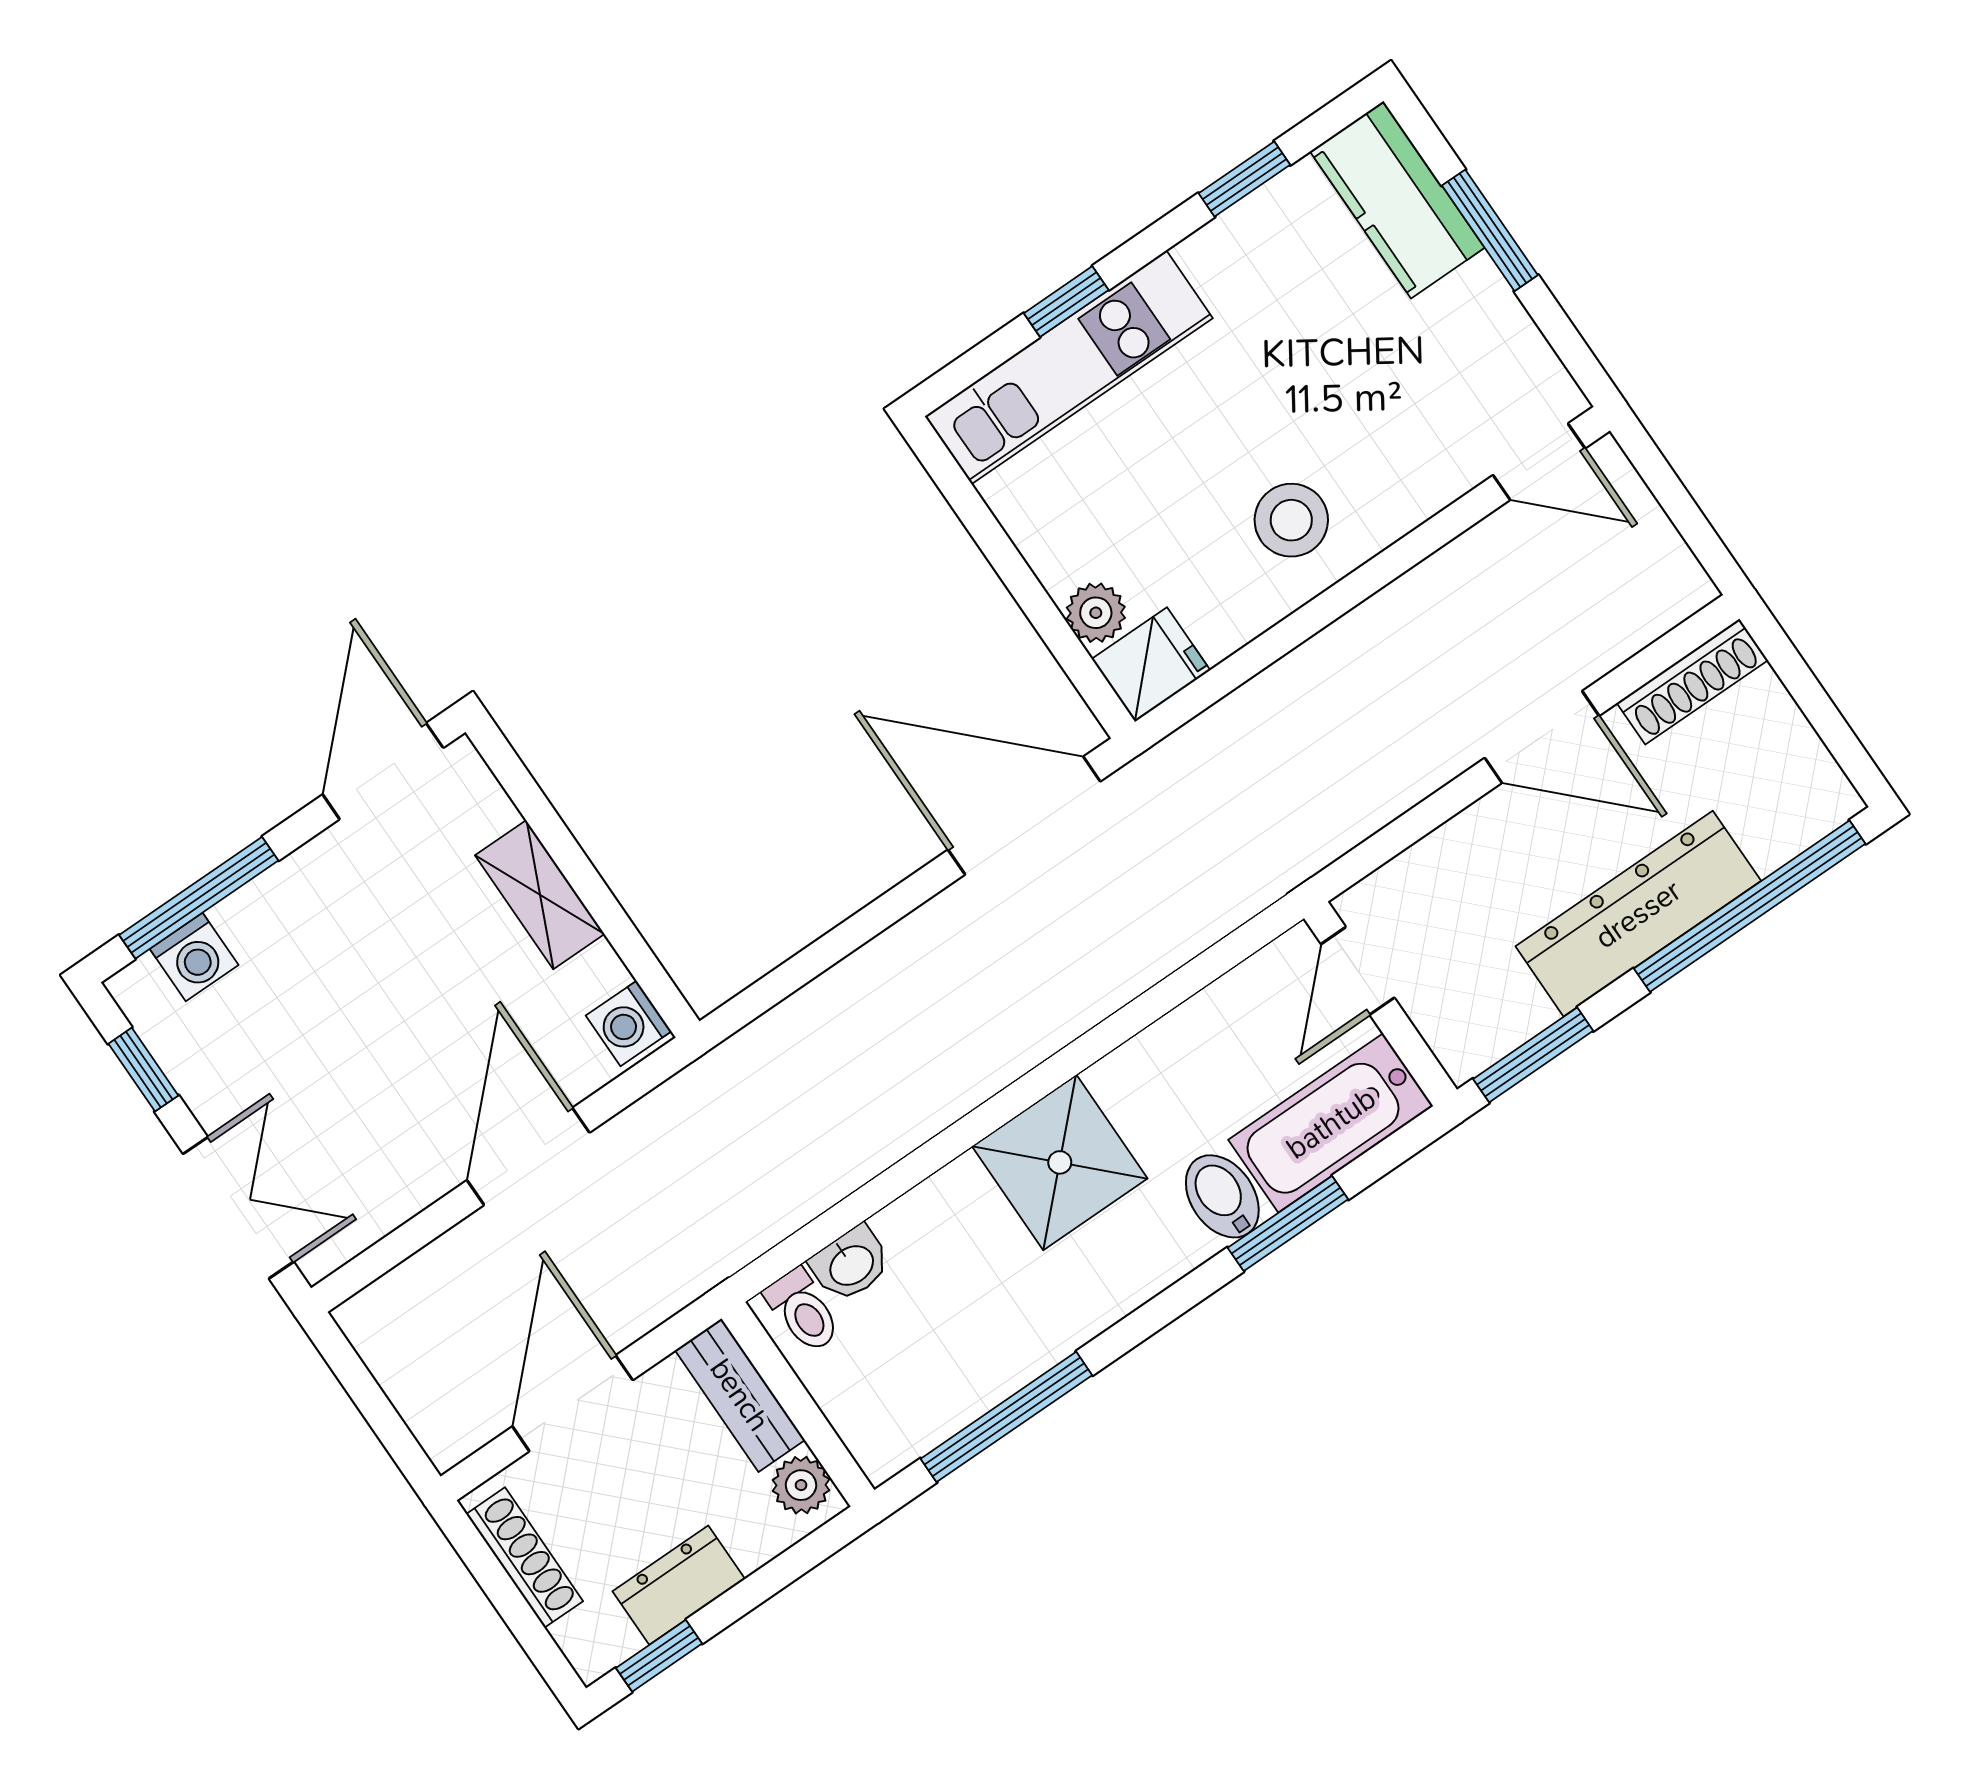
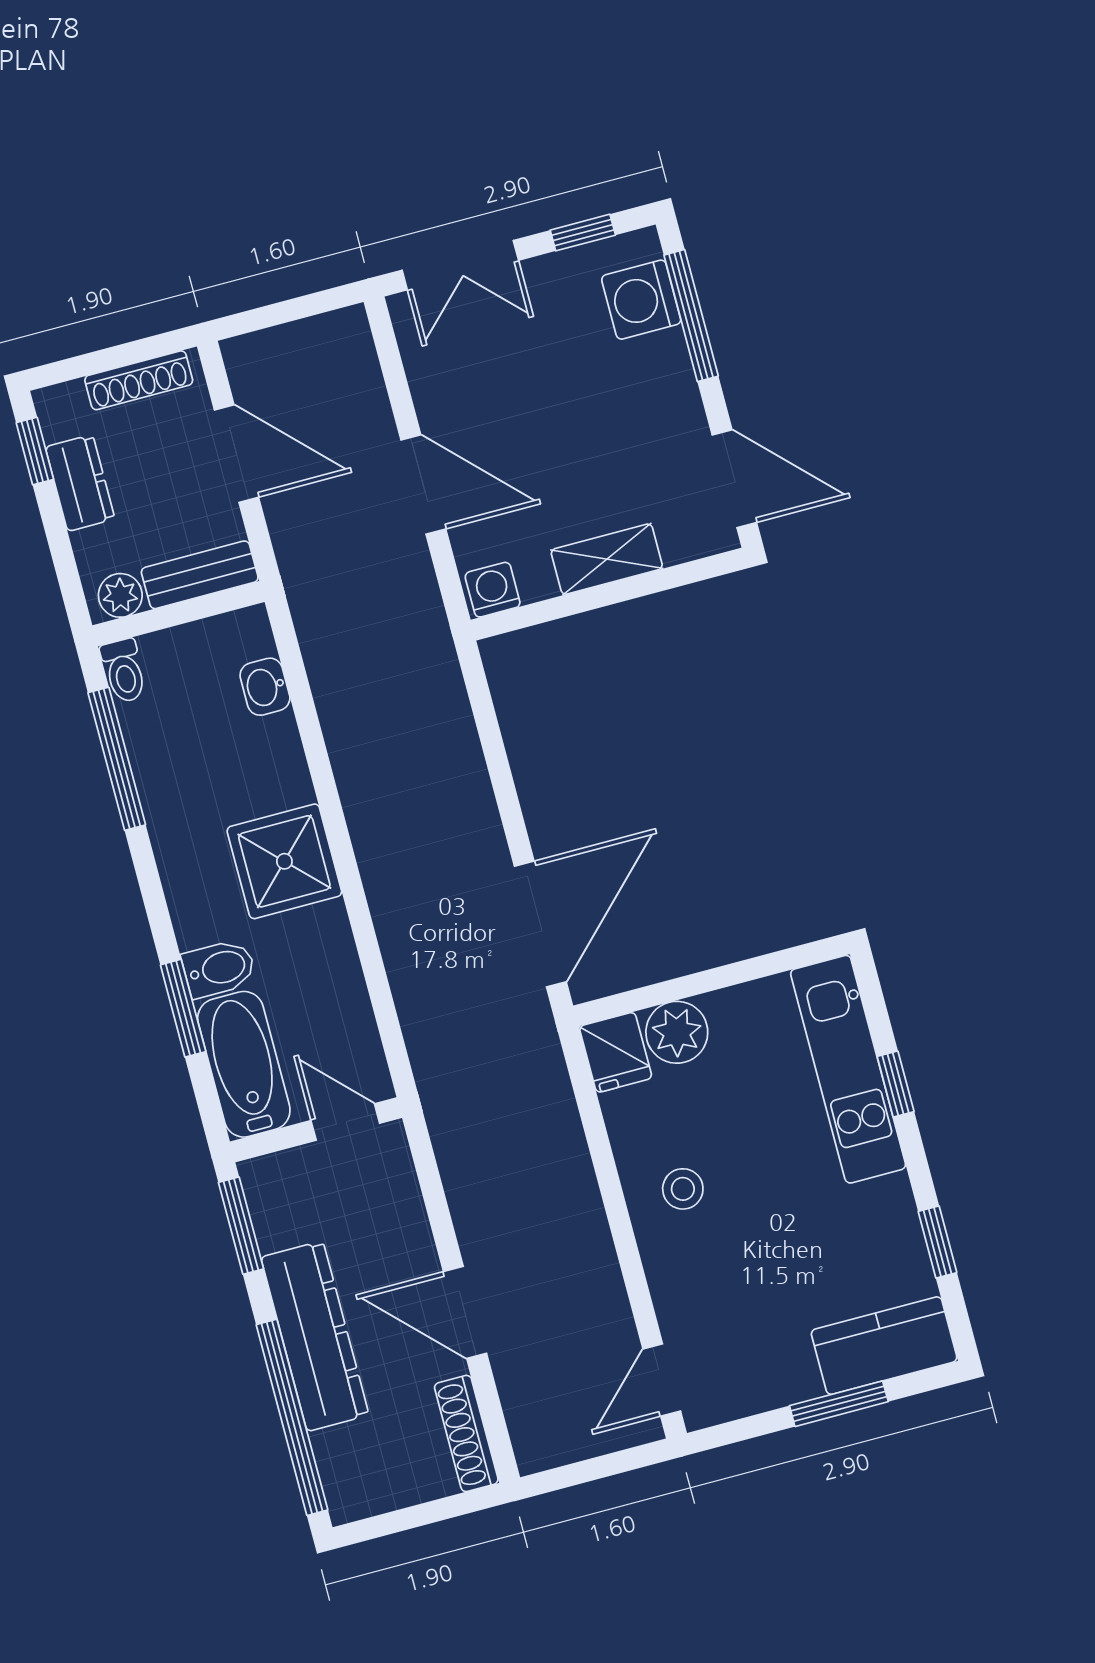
stool: (1291, 520) -> (683, 1189), width x0.73, depth x0.73
plant: (1096, 613) -> (677, 1032), width x1.38, depth x1.38
door: (1542, 737) -> (465, 1312), hinge flipped
washing machine: (194, 957) -> (641, 300), width x1.38, depth x1.38
toilet: (803, 1311) -> (124, 671), moved, turned -90

